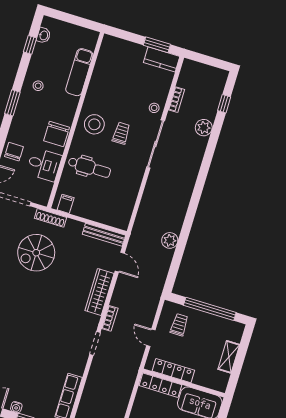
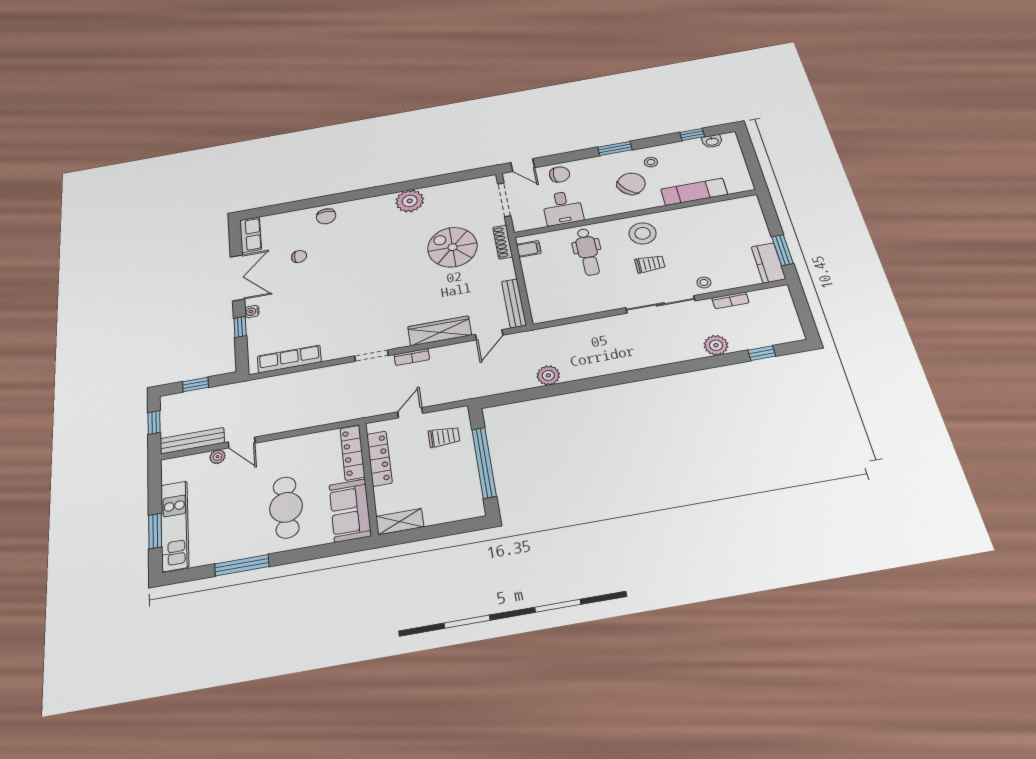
chair: (57, 134) -> (631, 184), moved, turned 138
shelving: (229, 357) -> (400, 522), moved

